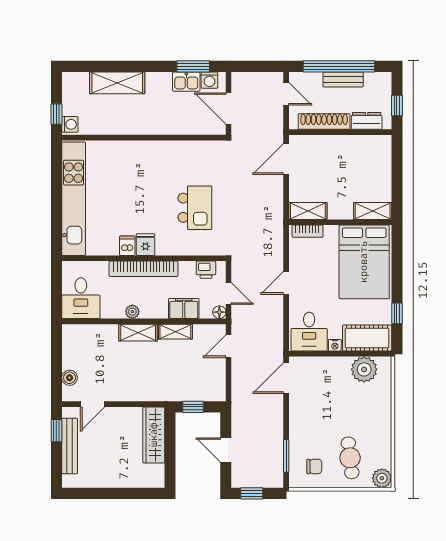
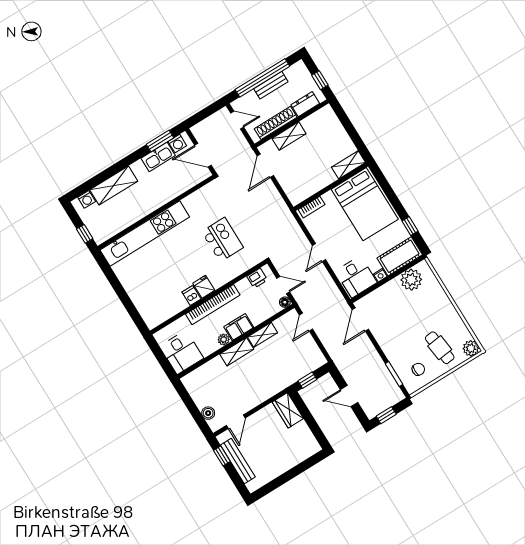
kitchen sink: (186, 82) -> (158, 157), width x1.38
washing machine: (70, 124) -> (87, 199), moved, turned 90
kitchen unit: (74, 199) -> (145, 233), moved, turned 90
shelving: (308, 211) -> (289, 136), moved
filing cabinet: (184, 308) -> (239, 327), moved
wardrobe: (154, 435) -> (288, 410), width x0.67

